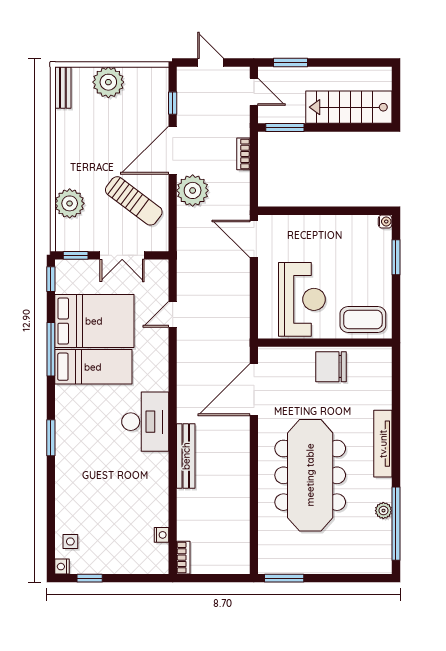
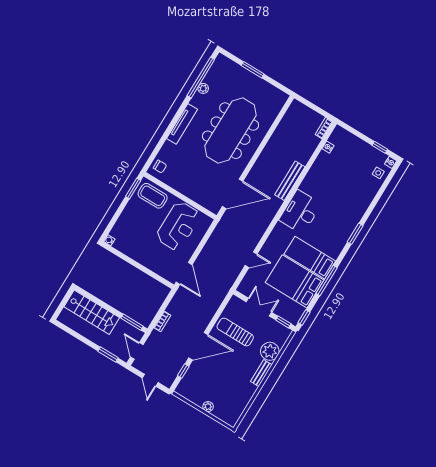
plant: (108, 82) -> (208, 407), width x0.53, depth x0.53
bench: (63, 88) -> (261, 373), moved
plant: (193, 190) -> (201, 319), removed
sun lounger: (134, 201) -> (235, 332), turned -37
window: (396, 257) -> (133, 188), moved
reception desk: (302, 299) -> (178, 226), turned 180
chair: (331, 367) -> (160, 167), moved, width x0.54, depth x0.54
window: (284, 578) -> (253, 70), moved

